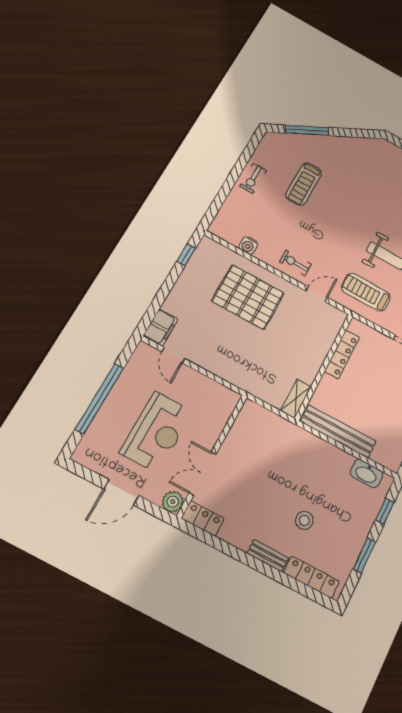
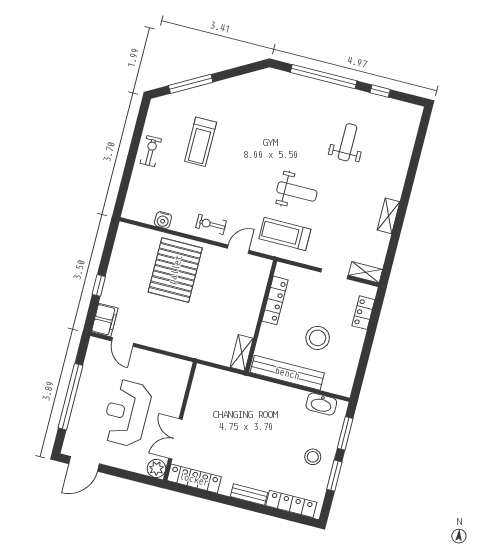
exercise bike: (253, 178) -> (151, 151), turned 180
window: (186, 255) -> (99, 285), moved
pallet: (248, 297) -> (175, 270), turned 90
stool: (377, 403) -> (318, 338), added
reception desk: (157, 432) -> (127, 413), turned 180
door: (121, 492) -> (84, 464), moved
window: (385, 511) -> (345, 433), width x1.50
locker: (203, 519) -> (194, 479), width x1.53
stool: (304, 520) -> (313, 457), moved

